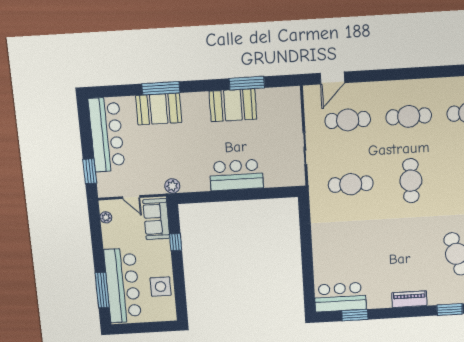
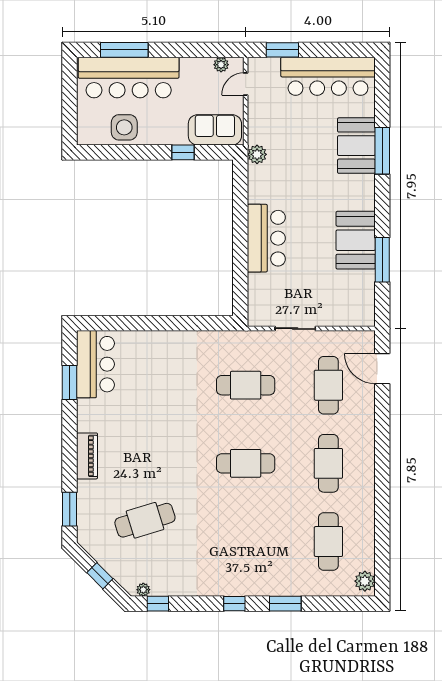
cafe table: (351, 184) -> (246, 385), turned 90
door: (131, 197) -> (246, 84), moved

